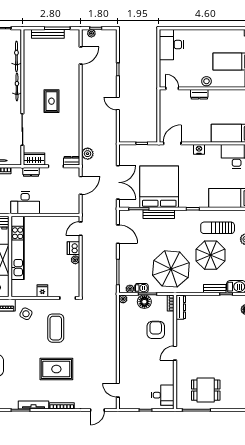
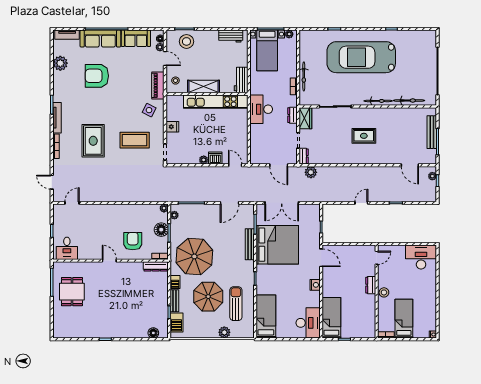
barbecue: (141, 288) -> (175, 282), moved
armchair: (156, 330) -> (133, 241), turned -90

